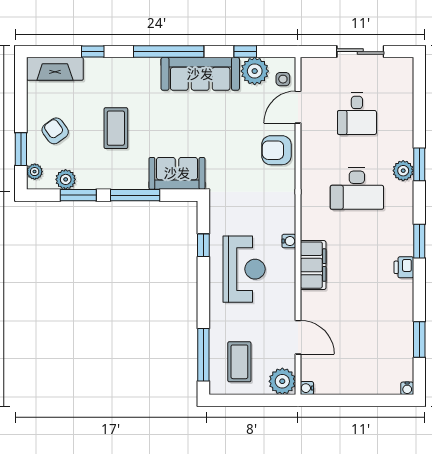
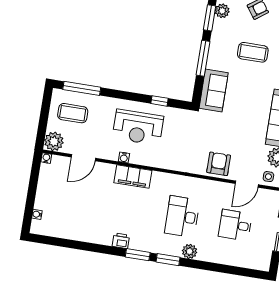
door: (298, 107) -> (247, 184), swing flipped
window: (419, 164) -> (168, 260), moved
water cooler: (289, 241) -> (124, 158), moved
window: (419, 339) -> (68, 243), removed
water cooler: (407, 388) -> (37, 214), moved

